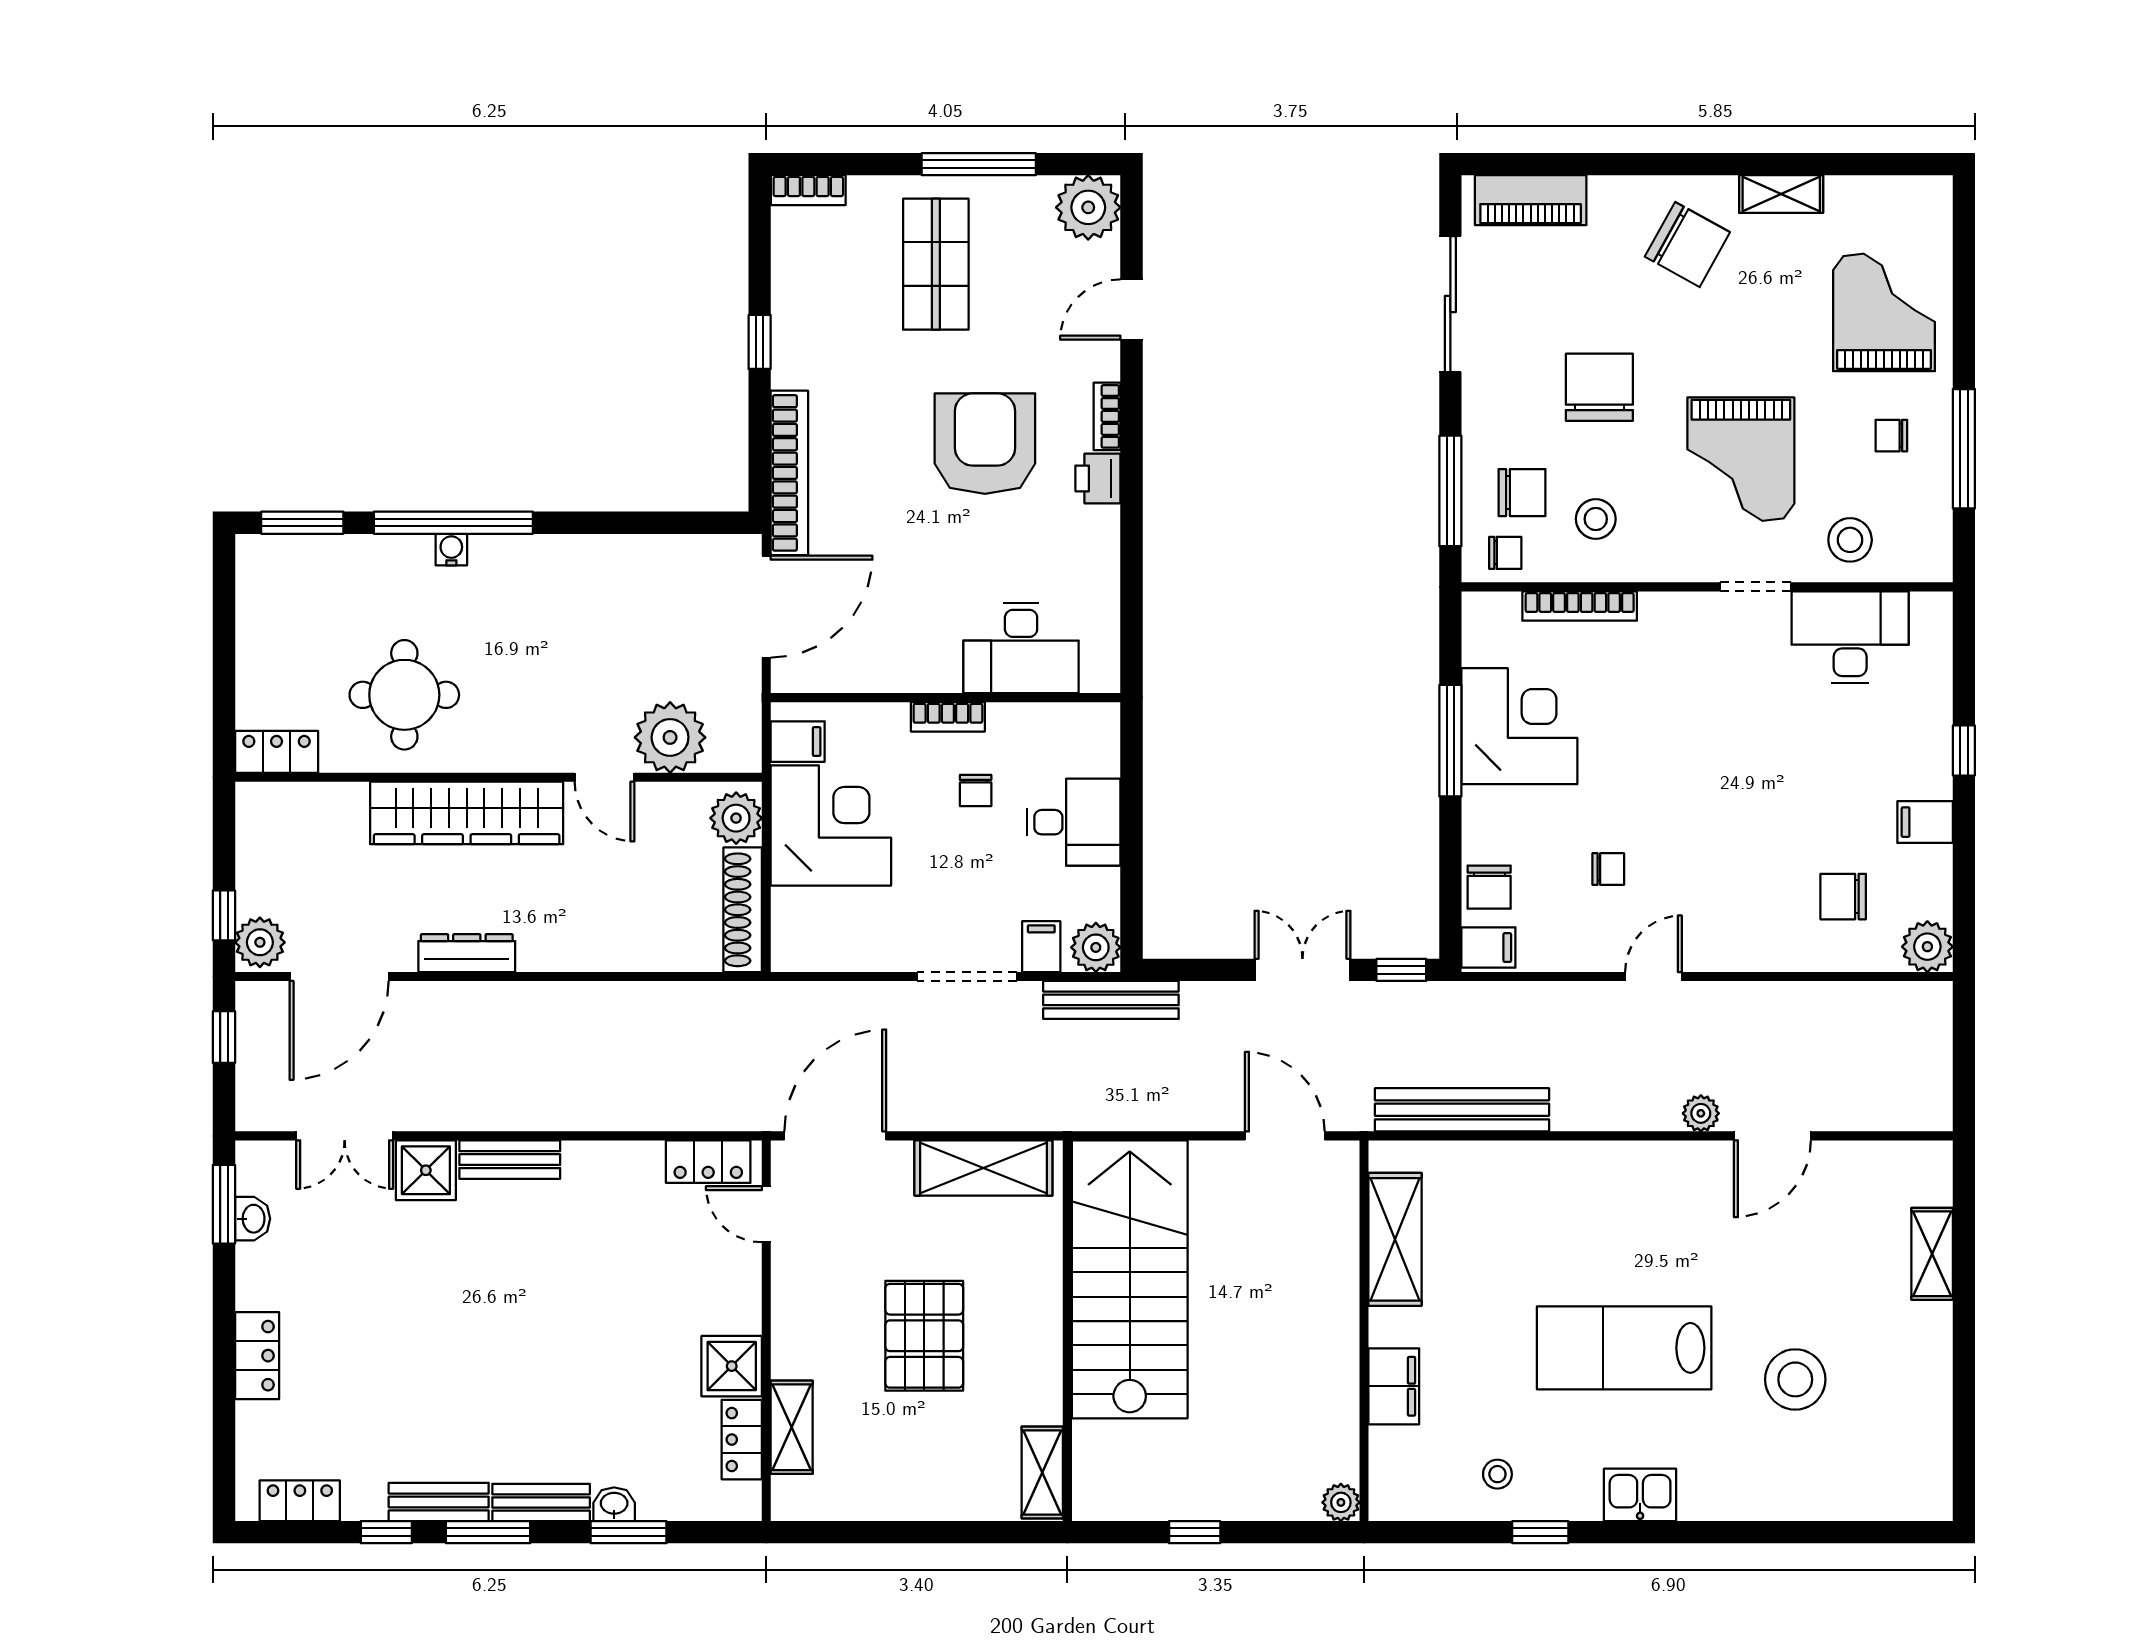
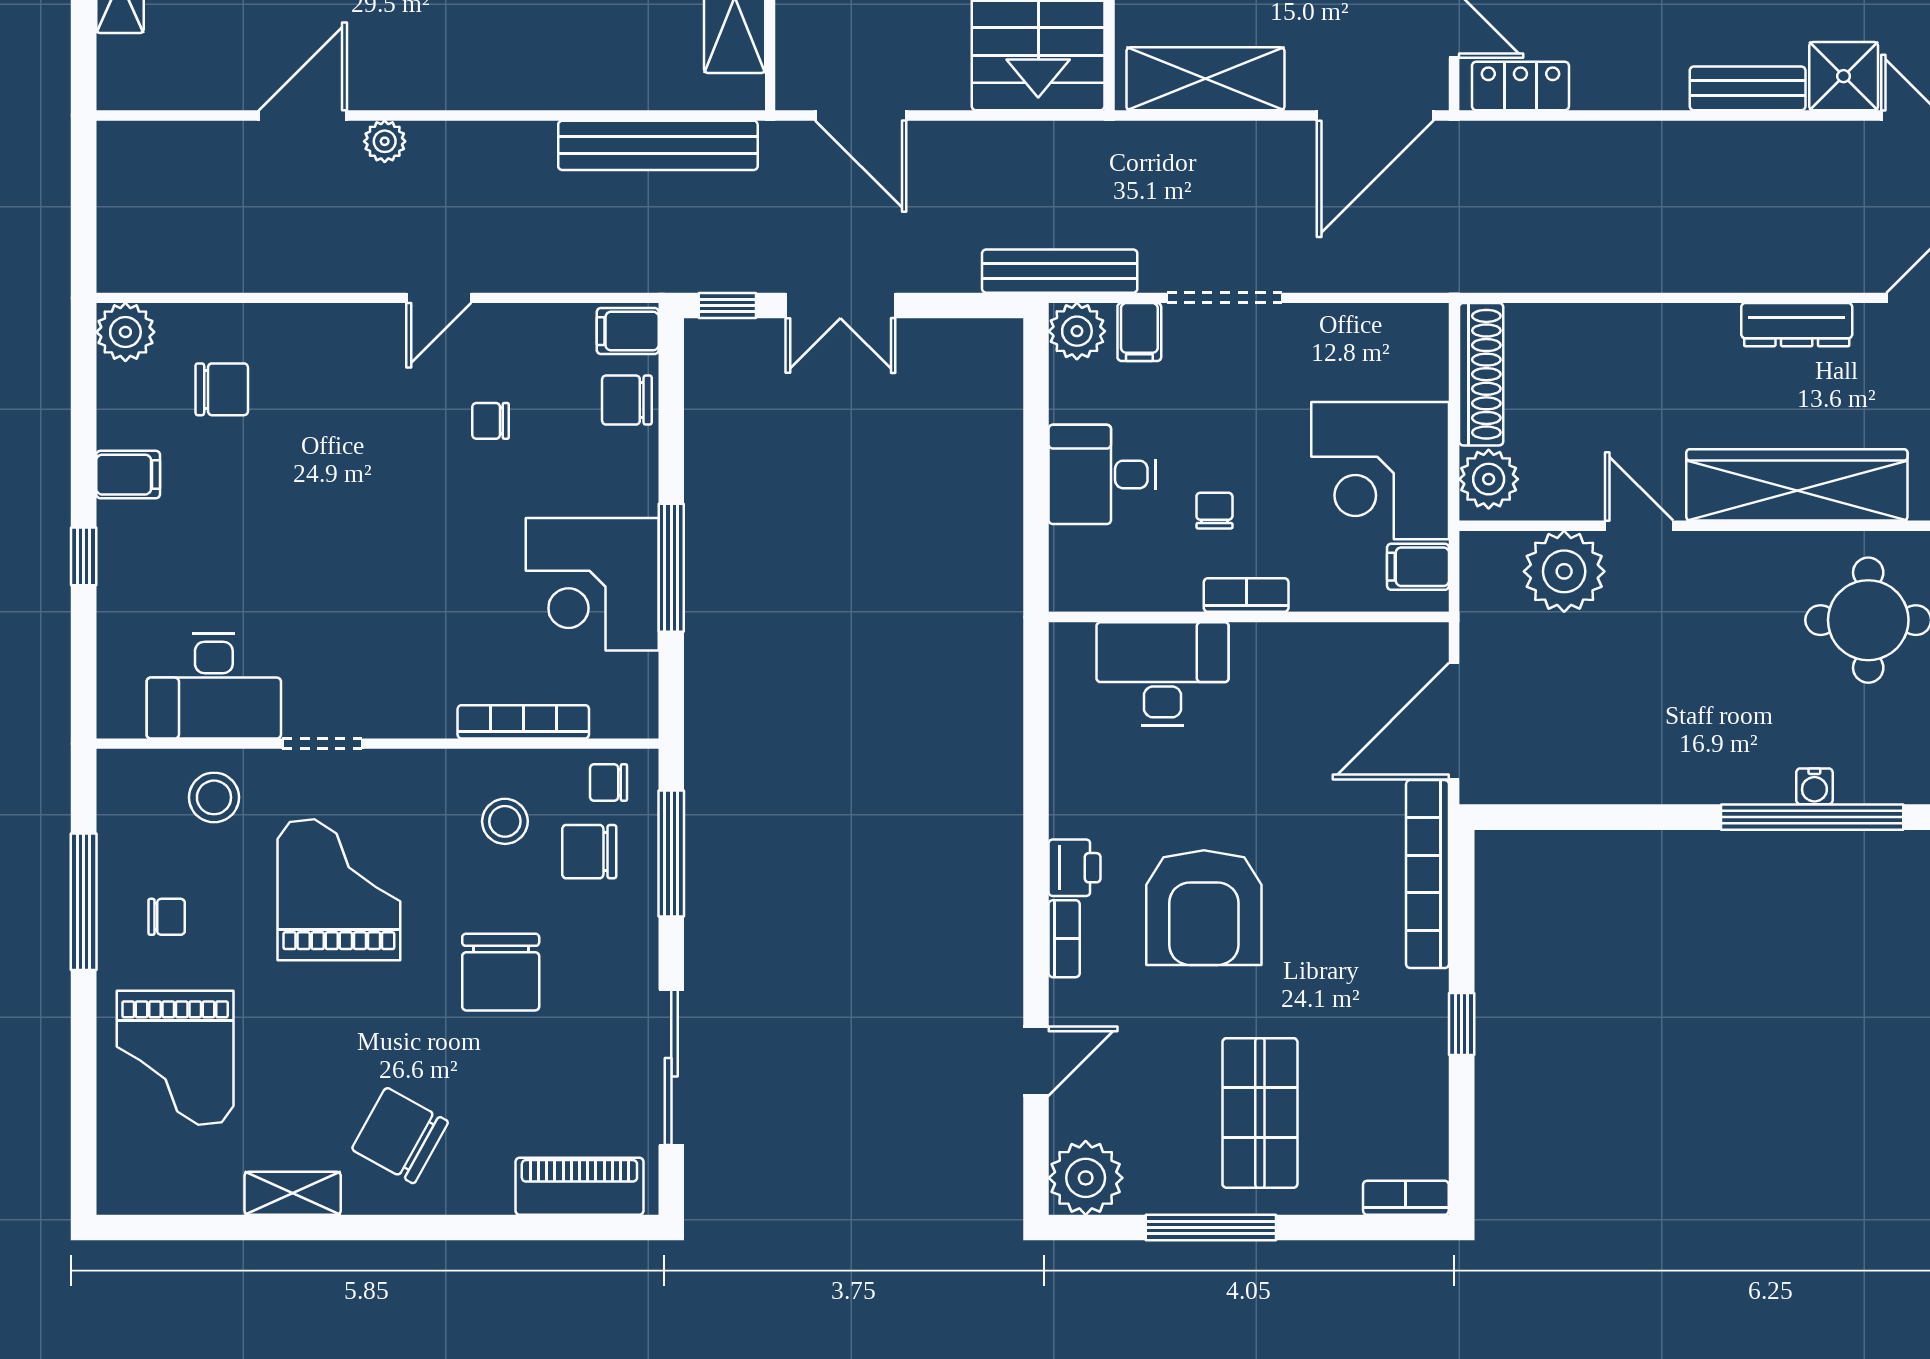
chair: (1489, 887) -> (627, 400), turned -90

